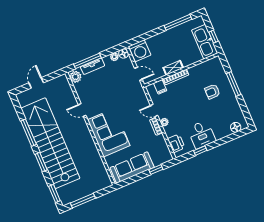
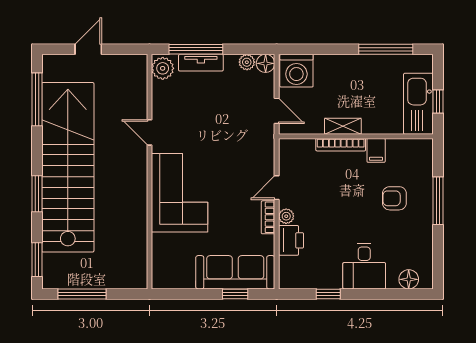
filing cabinet: (160, 87) -> (376, 150), moved
door: (154, 110) -> (277, 188), hinge flipped
window: (29, 133) -> (37, 99), moved
desk: (202, 134) -> (364, 266), moved
printer: (176, 143) -> (291, 240), moved
sofa: (132, 168) -> (235, 272), moved

